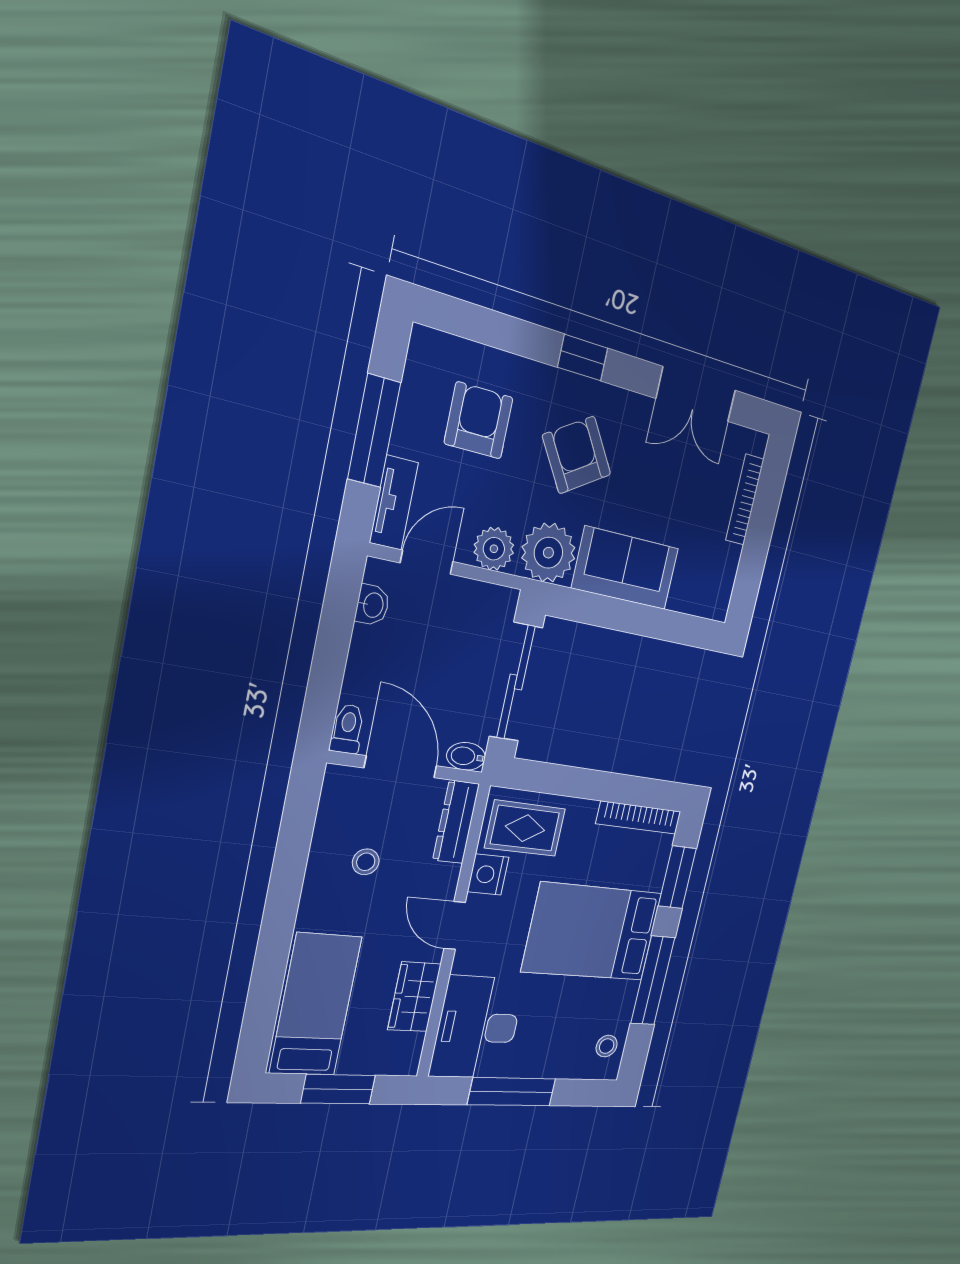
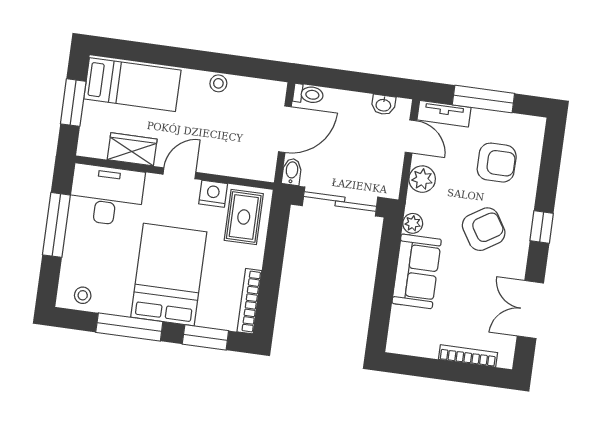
plant: (548, 553) -> (413, 223), width x0.53, depth x0.53
dresser: (456, 822) -> (249, 169), removed
stool: (366, 862) -> (218, 83), moved

